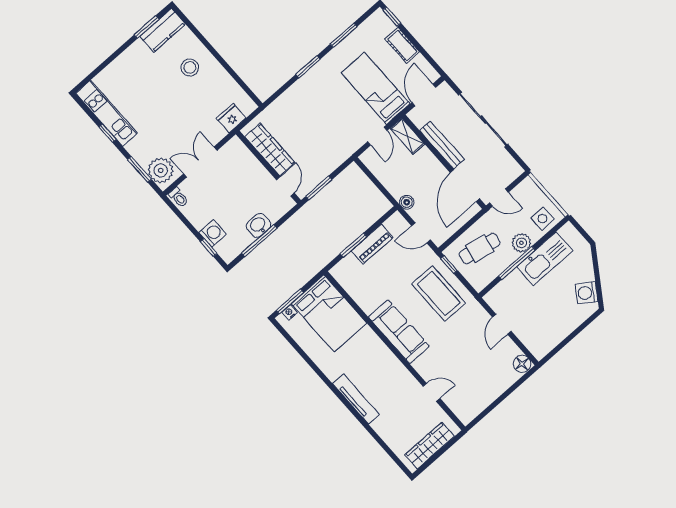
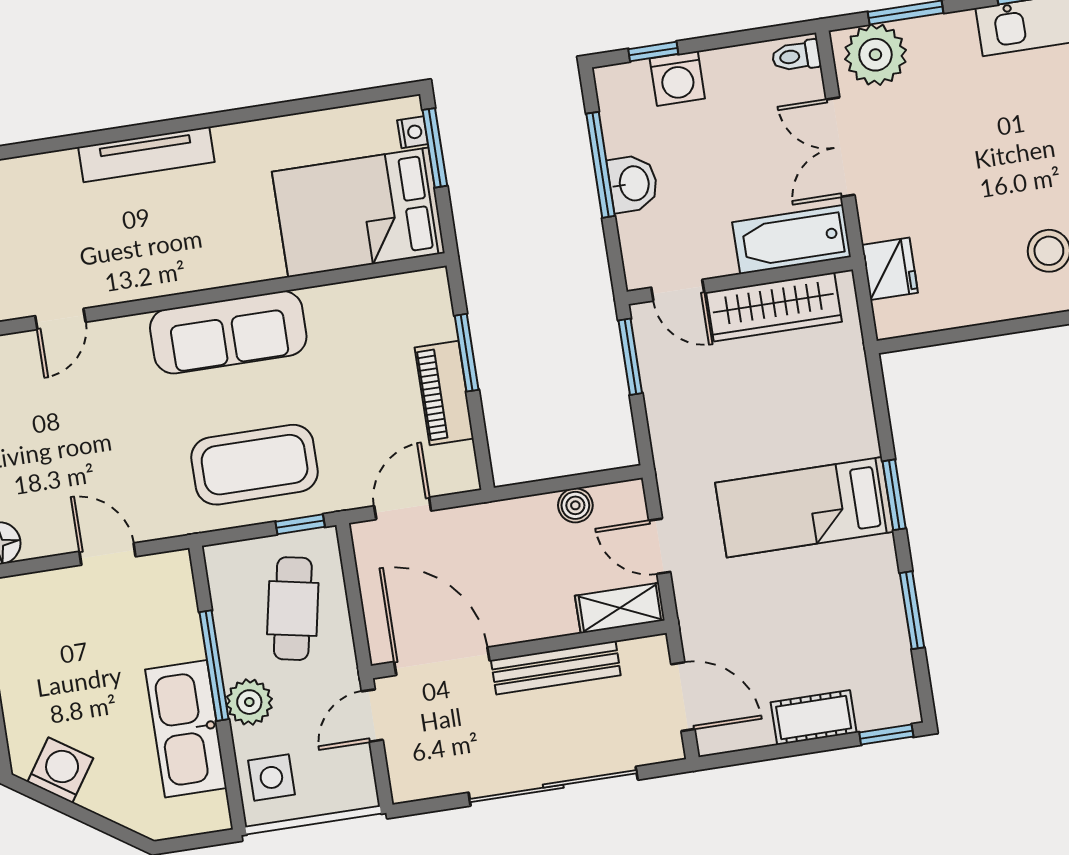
bed: (376, 88) -> (804, 507), moved, turned 180
bathtub: (243, 158) -> (792, 240), added
double door: (200, 162) -> (840, 147), swing flipped
boiler: (407, 202) -> (575, 505), moved

